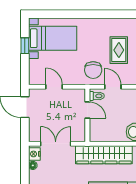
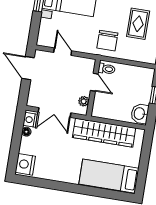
door: (113, 87) -> (125, 62), removed
plant: (81, 129) -> (84, 101), added
double door: (56, 144) -> (55, 113), swing flipped

